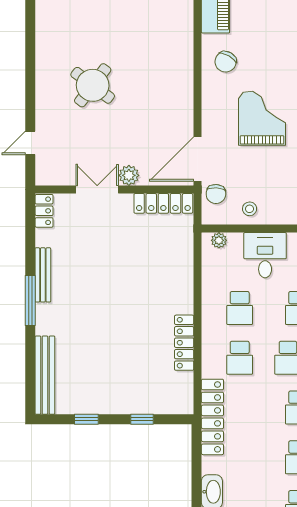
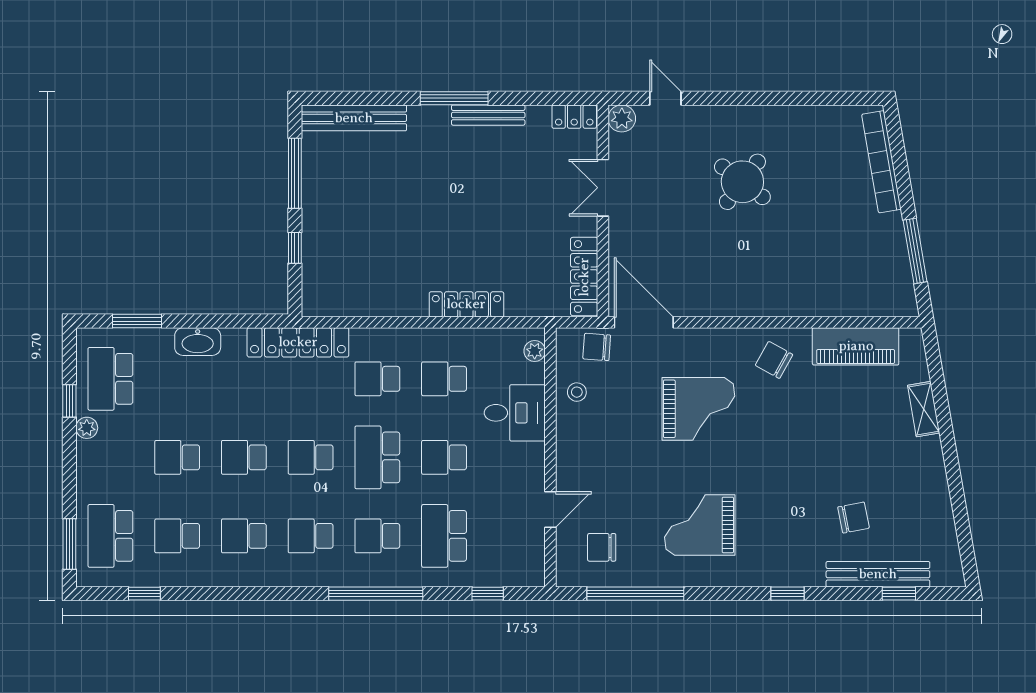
plant: (129, 175) -> (622, 118), moved
double door: (97, 189) -> (603, 188), swing flipped
locker: (184, 343) -> (466, 304), moved
window: (86, 419) -> (295, 173), width x2.17

